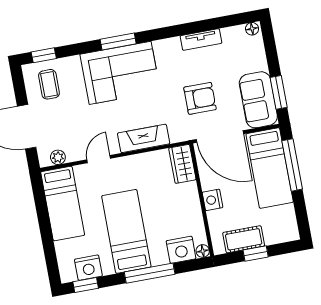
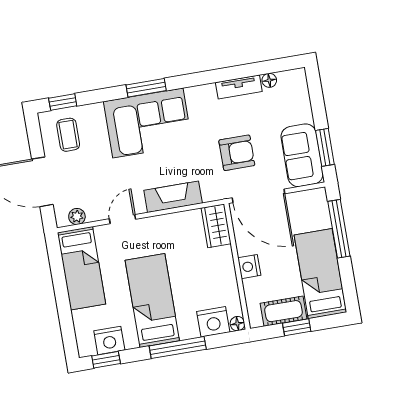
floor lamp: (252, 29) -> (269, 80), moved
bed: (270, 168) -> (320, 274), moved, turned 180

